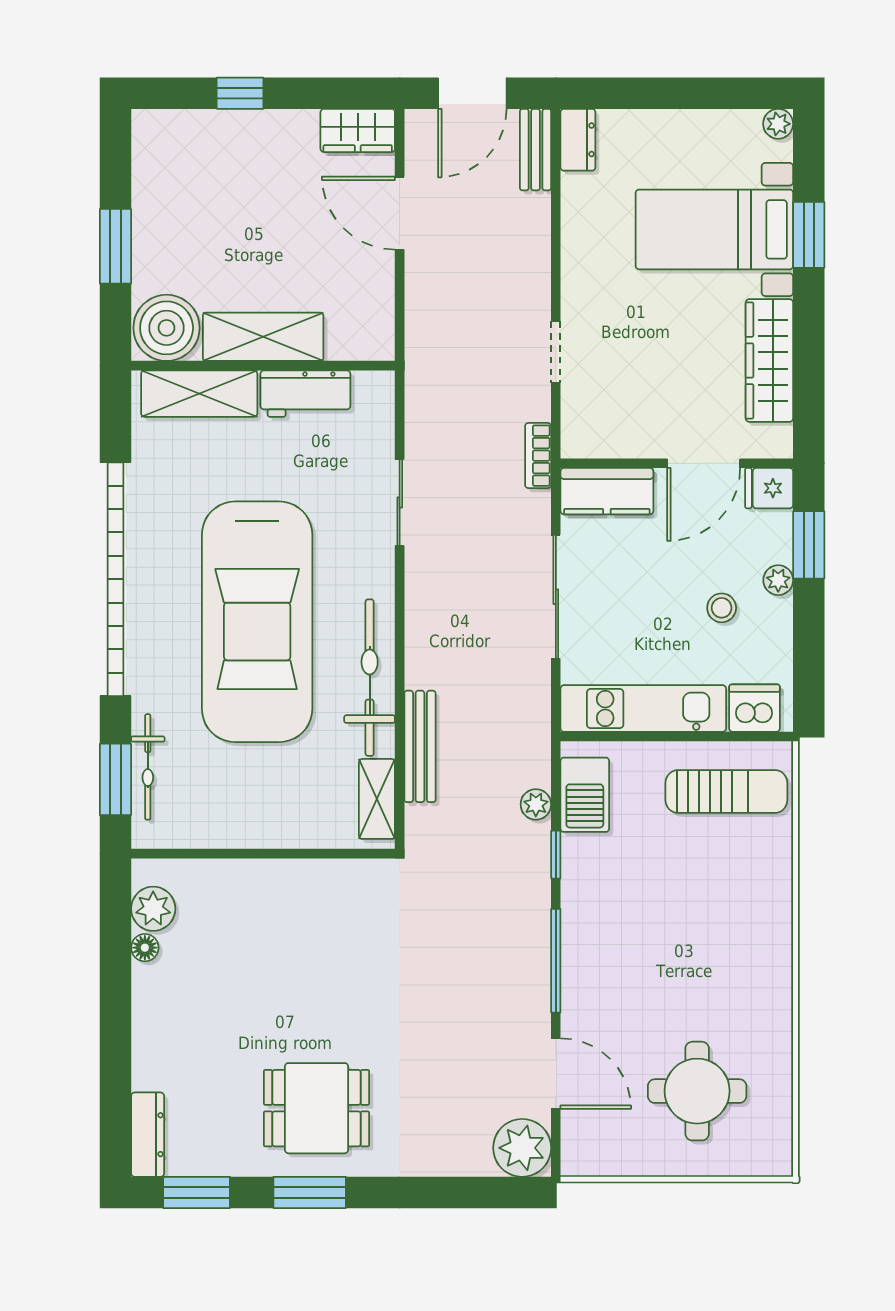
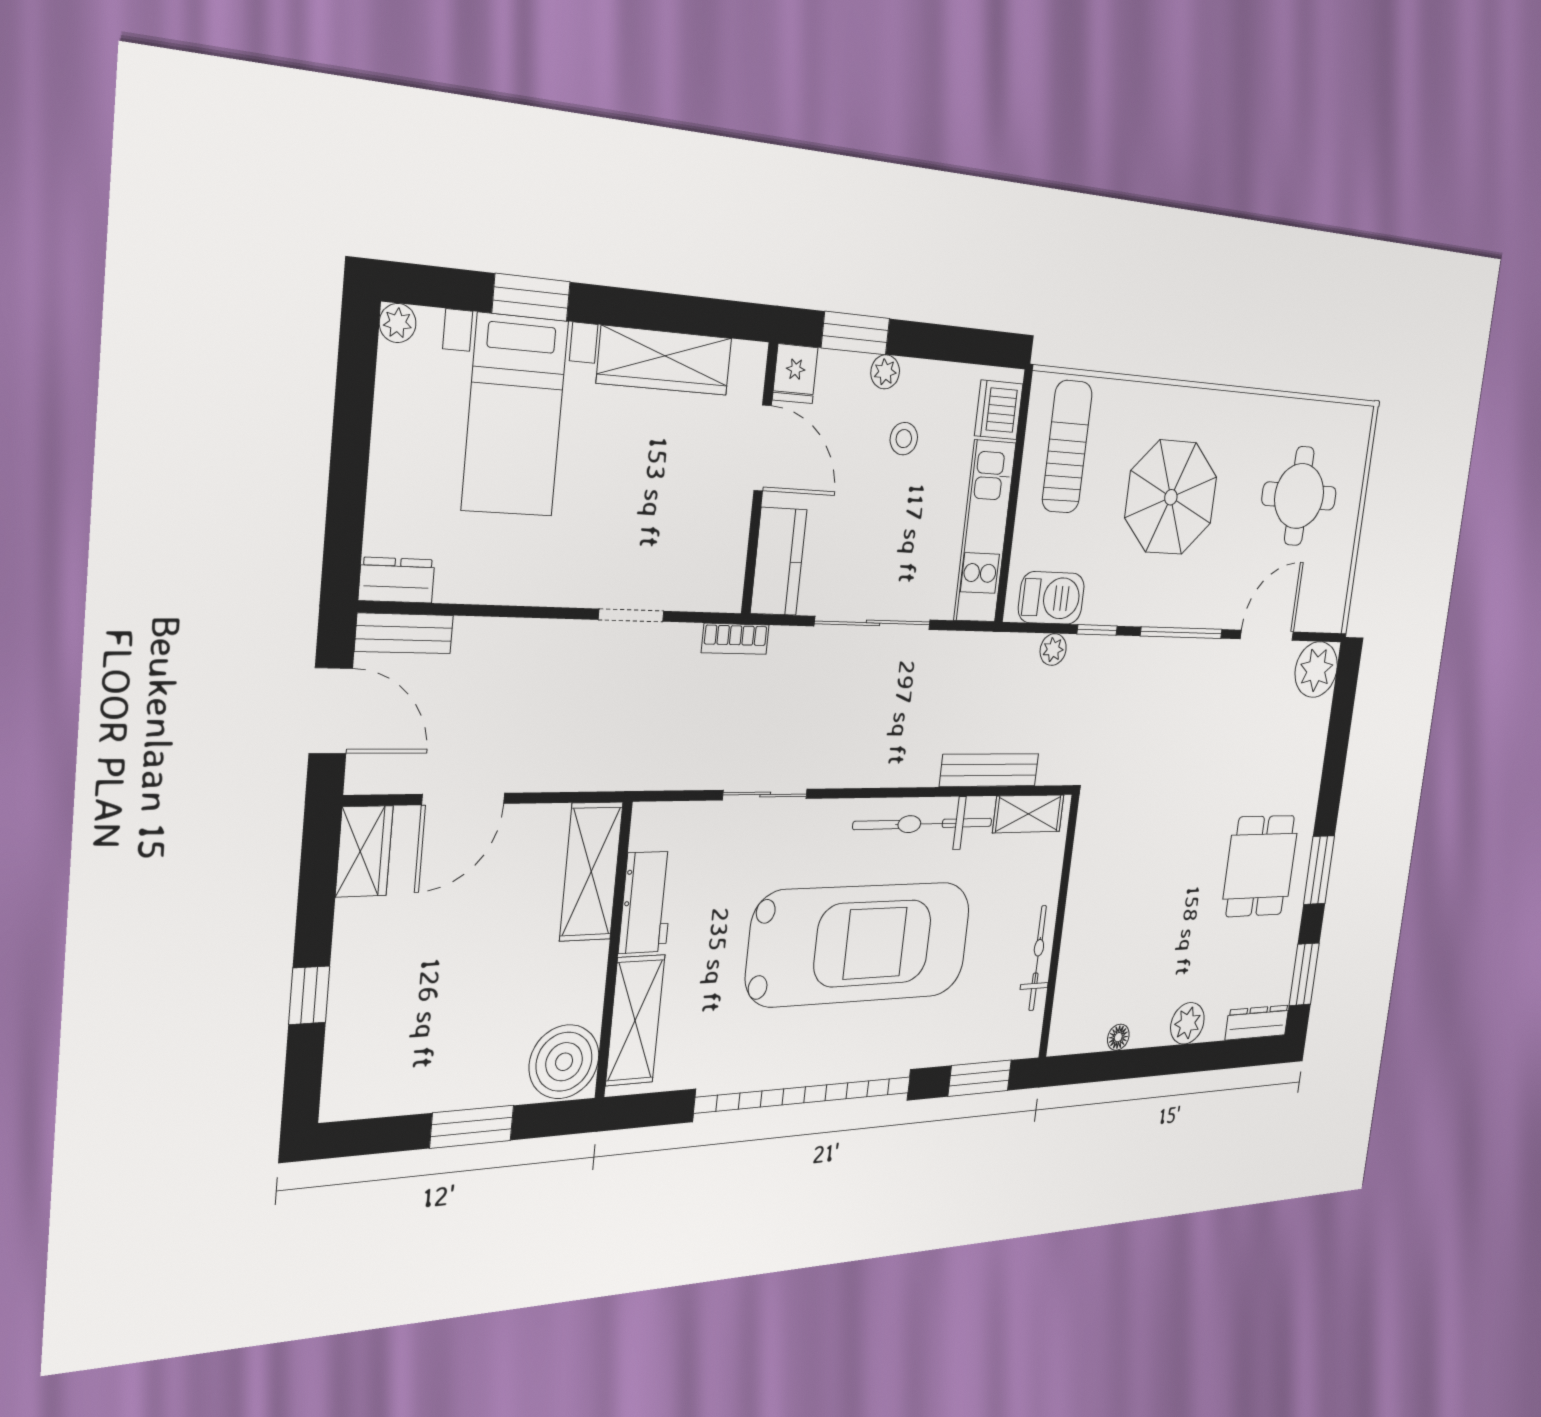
shelving: (263, 337) -> (591, 872), moved
bicycle: (148, 767) -> (1038, 958), moved, turned -90
plant: (153, 909) -> (1187, 1023), moved
parasol: (687, 925) -> (1171, 497), added

